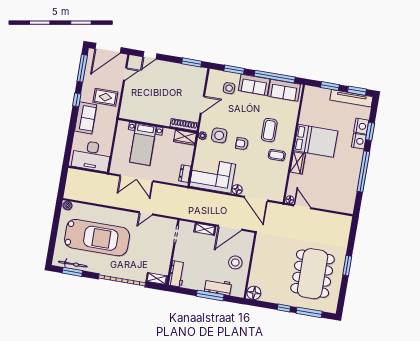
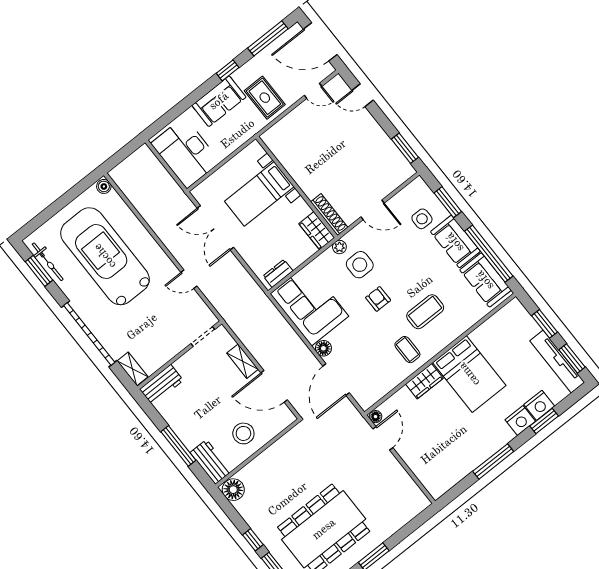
window: (363, 172) -> (493, 461), width x0.68
car: (97, 238) -> (105, 256), turned 180
workbench: (218, 287) -> (211, 462), moved

